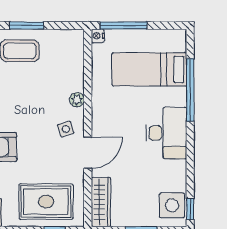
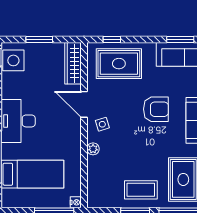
door: (88, 153) -> (84, 104), hinge flipped

